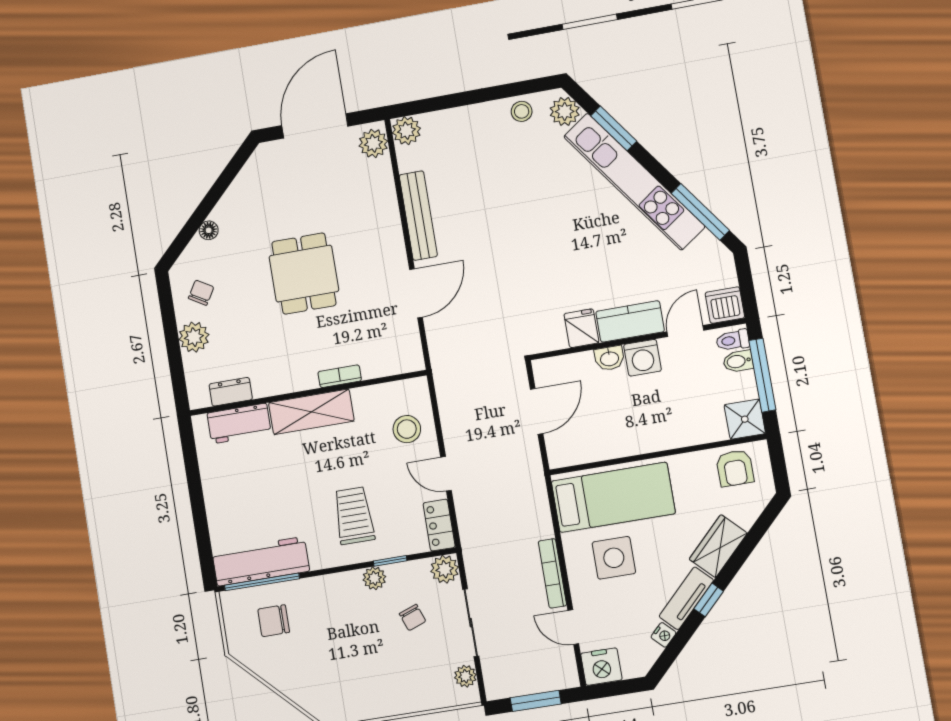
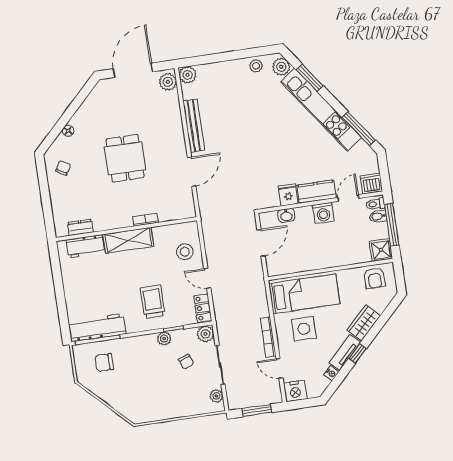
plant: (194, 337) -> (59, 194), removed
washbasin: (609, 358) -> (286, 215), moved

